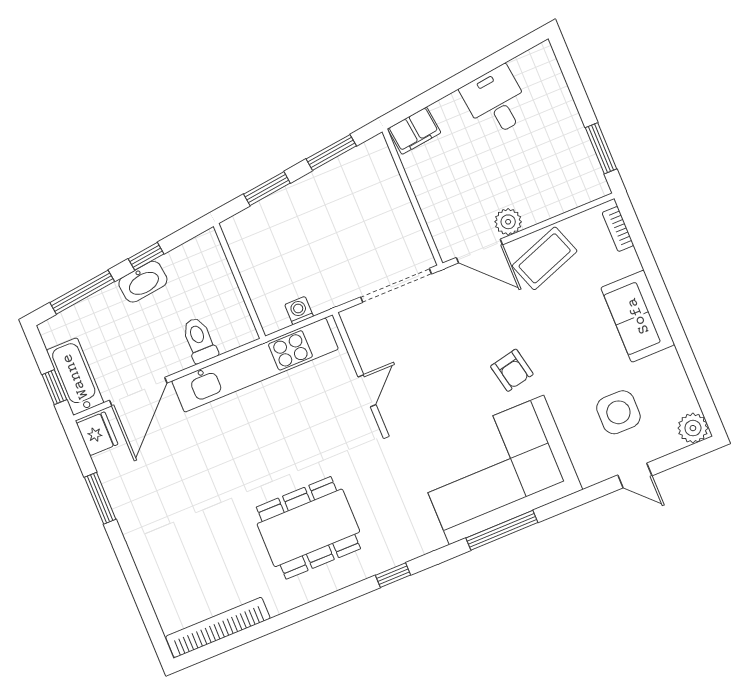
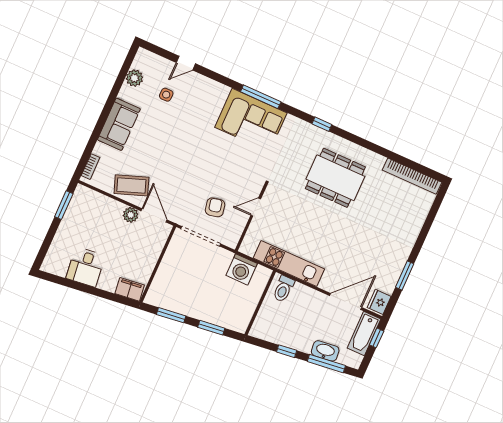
washbasin: (143, 282) -> (325, 351), moved
washing machine: (299, 311) -> (242, 269), width x1.89, depth x1.89
toilet: (199, 340) -> (283, 289), moved
kitchen unit: (255, 365) -> (289, 264), width x0.73
armchair: (512, 370) -> (215, 207), moved
side table: (618, 412) -> (166, 95), width x0.54, depth x0.54
plant: (693, 428) -> (134, 78), moved
corner sofa: (497, 470) -> (251, 120), width x0.73, depth x0.74
door: (635, 475) -> (186, 63), swing flipped

